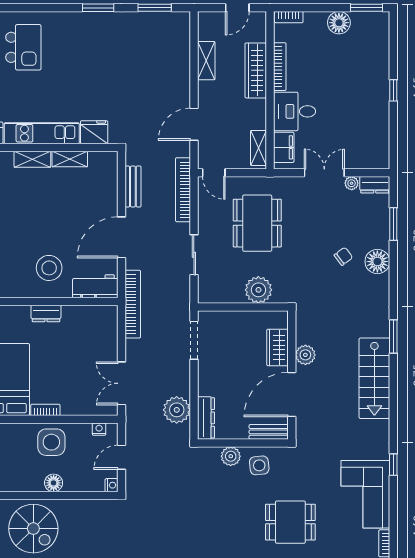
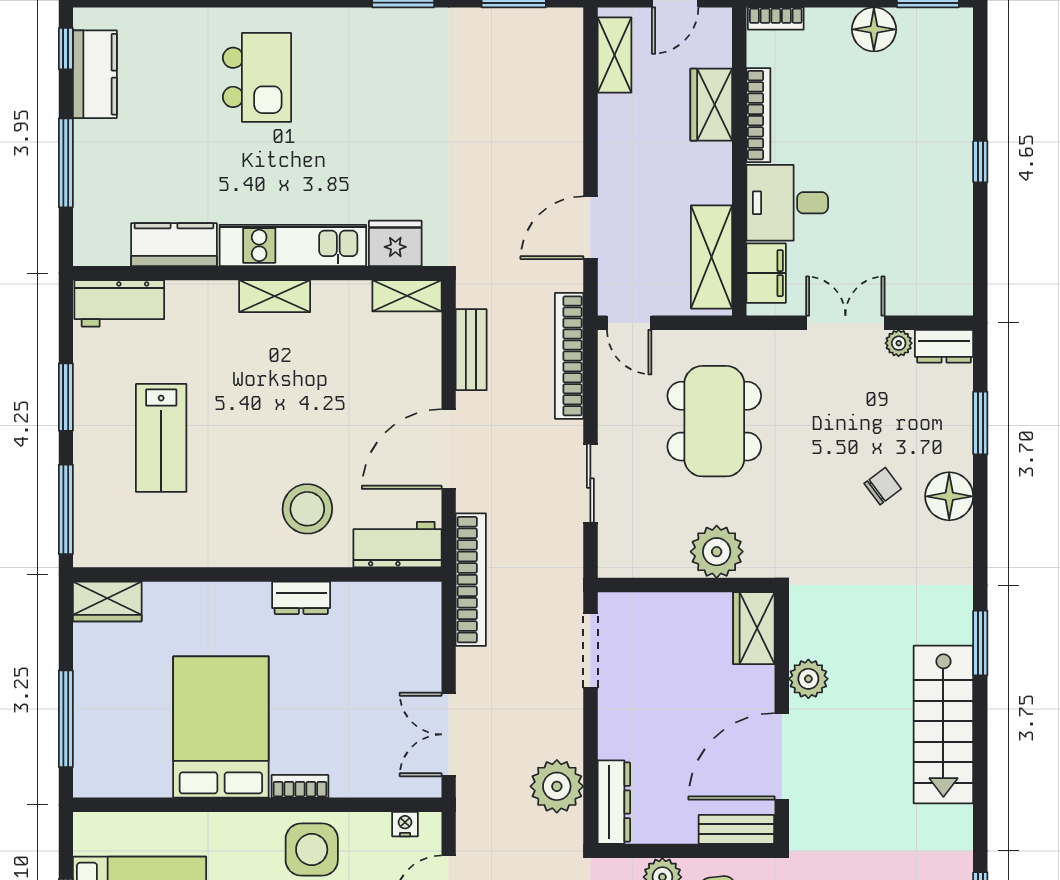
shelving: (206, 61) -> (614, 55), moved
wardrobe: (256, 70) -> (711, 105), width x0.67
shelving: (258, 148) -> (712, 257), width x1.50, depth x1.33
shelving: (70, 159) -> (407, 296), moved
wardrobe: (278, 347) -> (754, 628), moved

